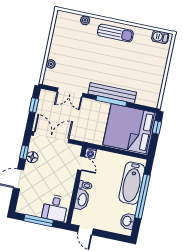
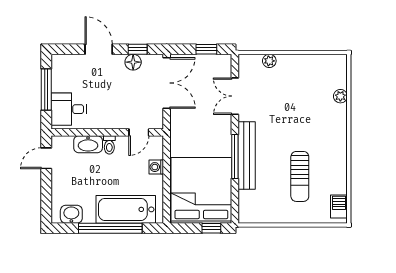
sun lounger: (115, 33) -> (300, 176), moved
washing machine: (91, 153) -> (156, 167), moved

